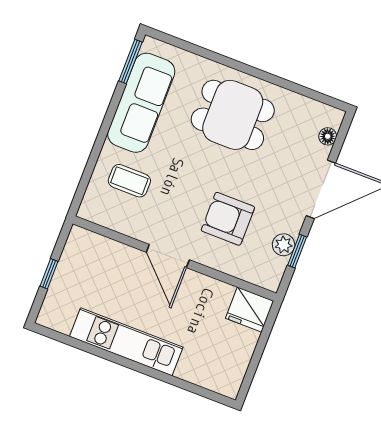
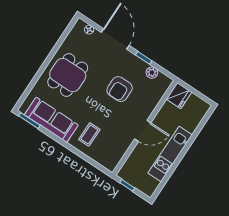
plant: (284, 245) -> (152, 73), moved
door: (168, 256) -> (143, 131), moved
wall: (175, 259) -> (145, 128), moved
fridge: (250, 310) -> (179, 96), moved

